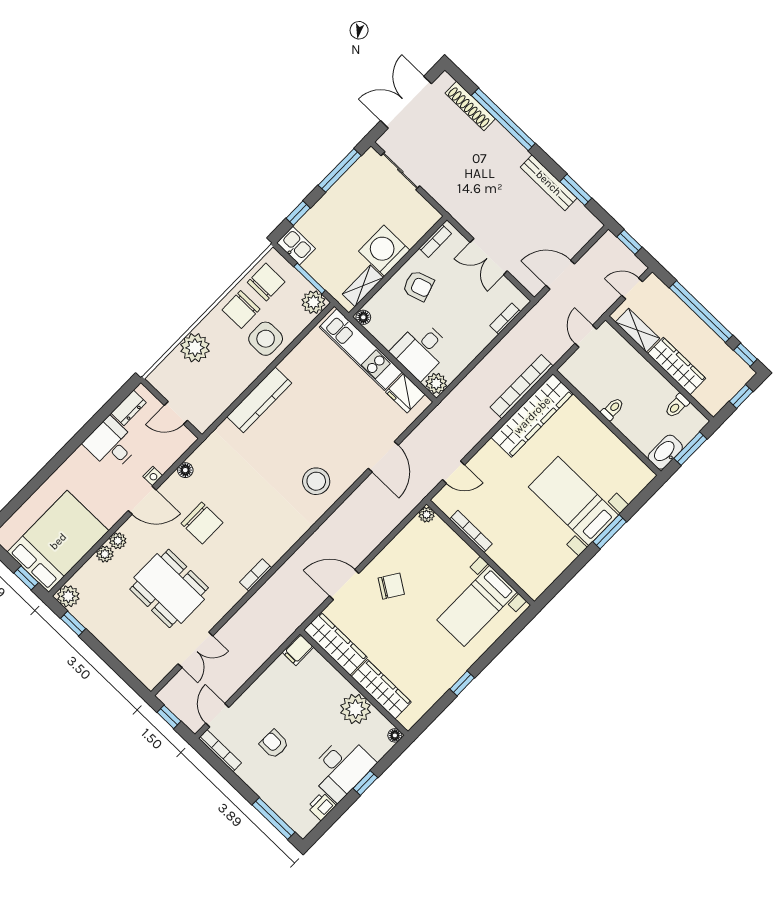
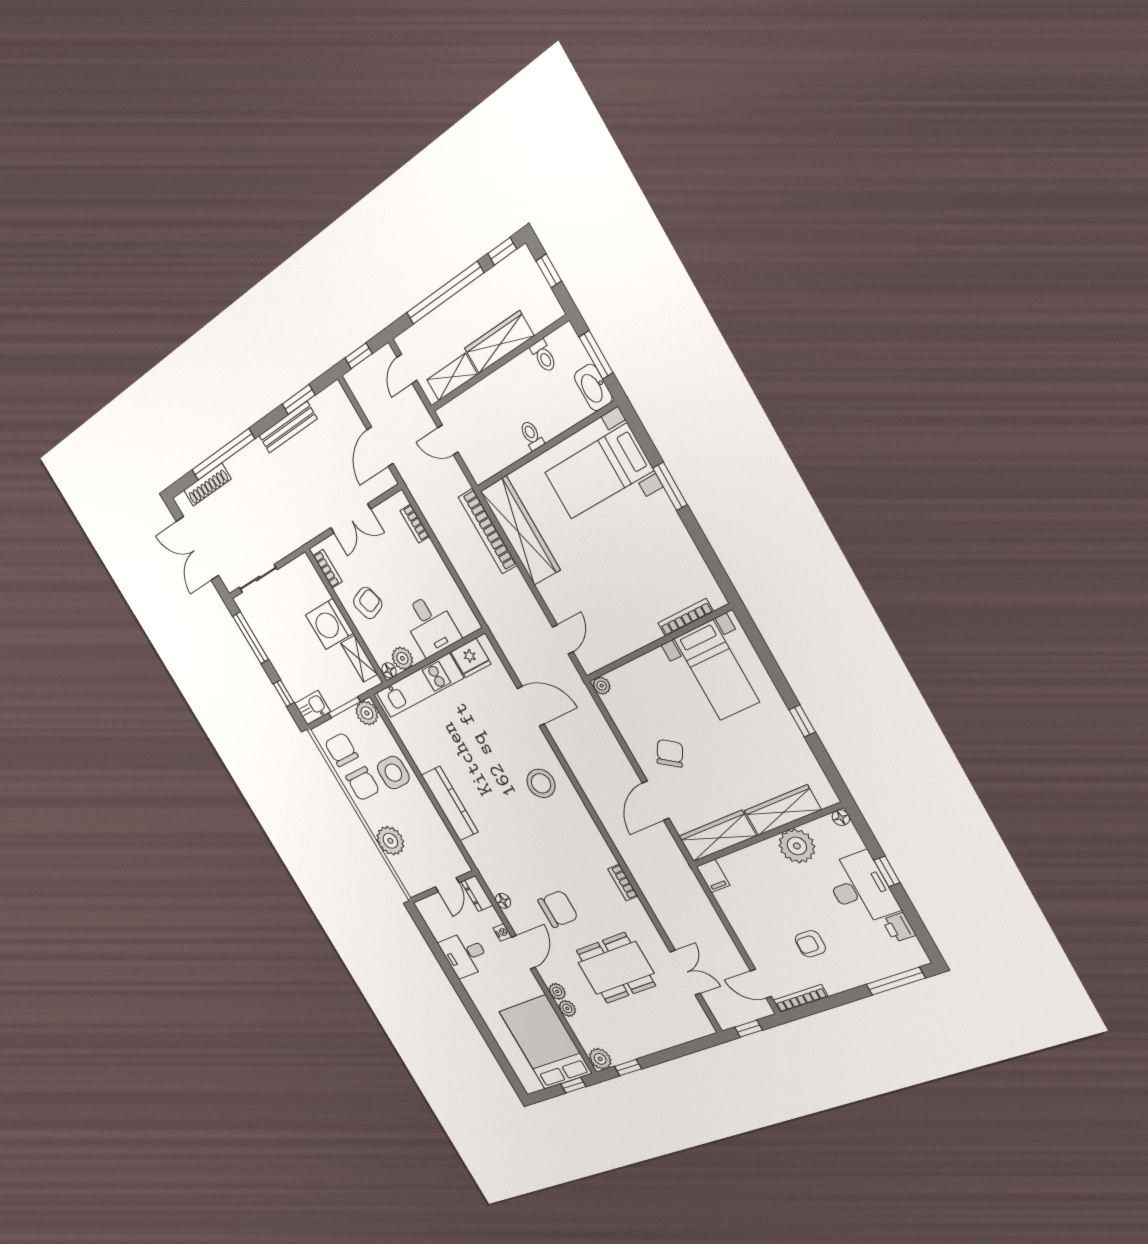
plant: (436, 383) -> (402, 658), moved
dresser: (129, 408) -> (477, 893), moved, turned 180
bed with nightstands: (573, 501) -> (599, 472), moved
bookcase: (471, 531) -> (686, 617), moved

